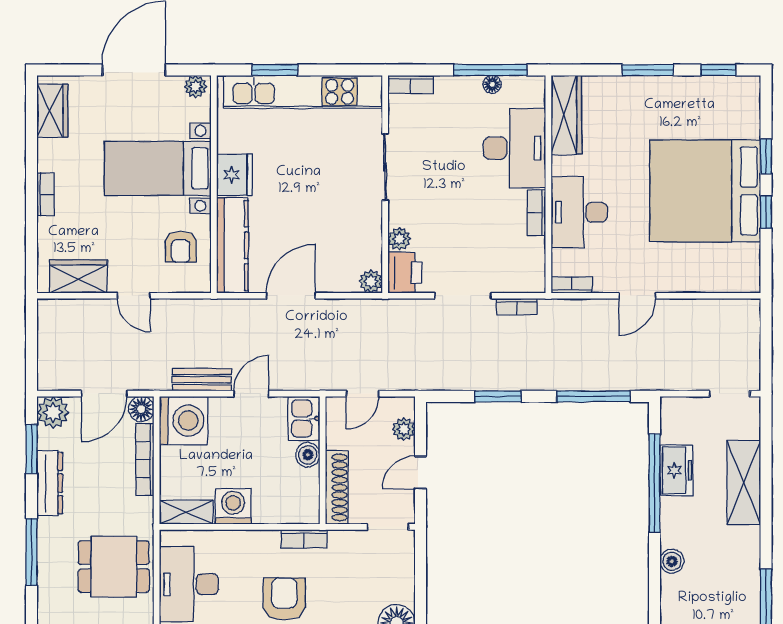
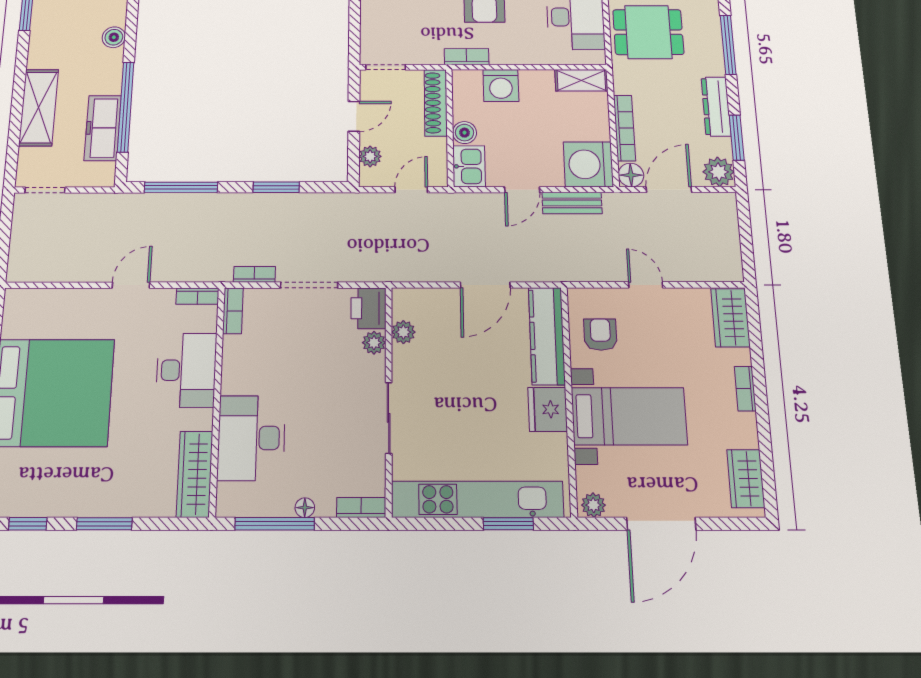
floor lamp: (492, 84) -> (305, 508), moved
bookcase: (537, 213) -> (233, 311), moved
wardrobe: (78, 276) -> (730, 318), moved, turned 90
plant: (371, 281) -> (403, 332), moved
freezer: (676, 470) -> (103, 128), width x1.40
washing machine: (233, 506) -> (501, 86), moved

